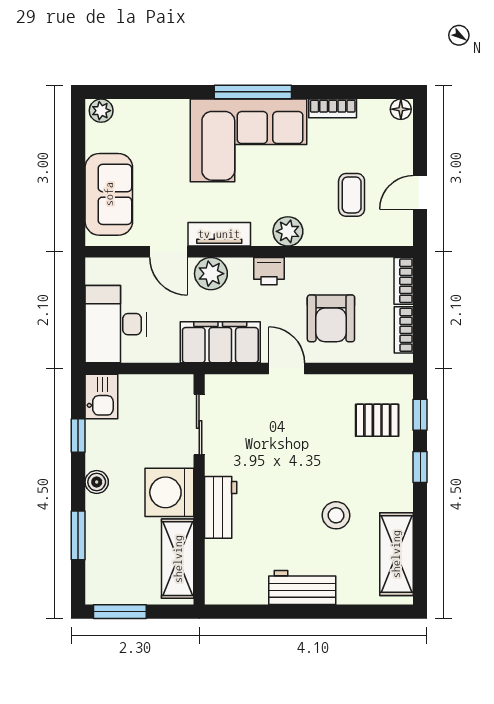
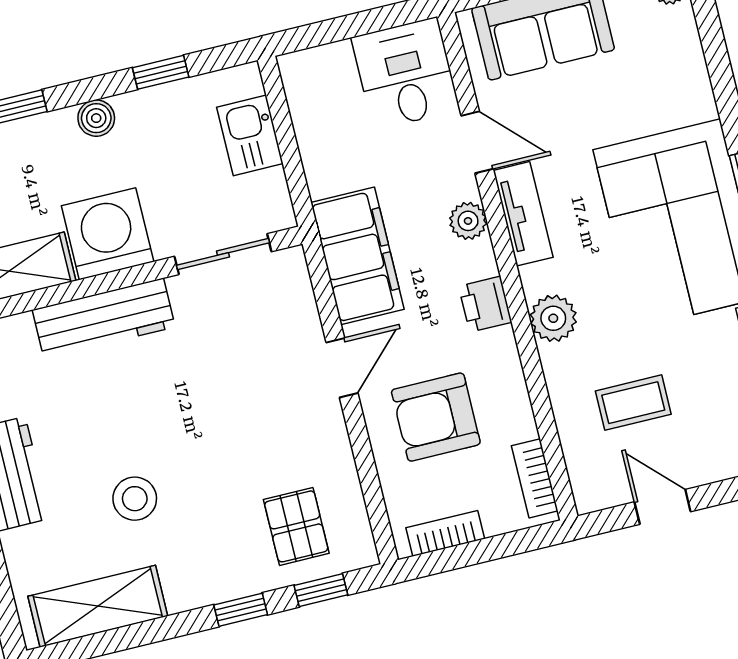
door: (168, 252) -> (477, 142), swing flipped
plant: (211, 274) -> (468, 221), width x0.73, depth x0.73
bookcase: (404, 281) -> (535, 478), moved, turned -90
desk: (116, 324) -> (405, 74), moved, width x0.73
kitchen sink: (101, 396) -> (250, 135), moved, turned 90
workbench: (221, 507) -> (104, 318), width x1.38

